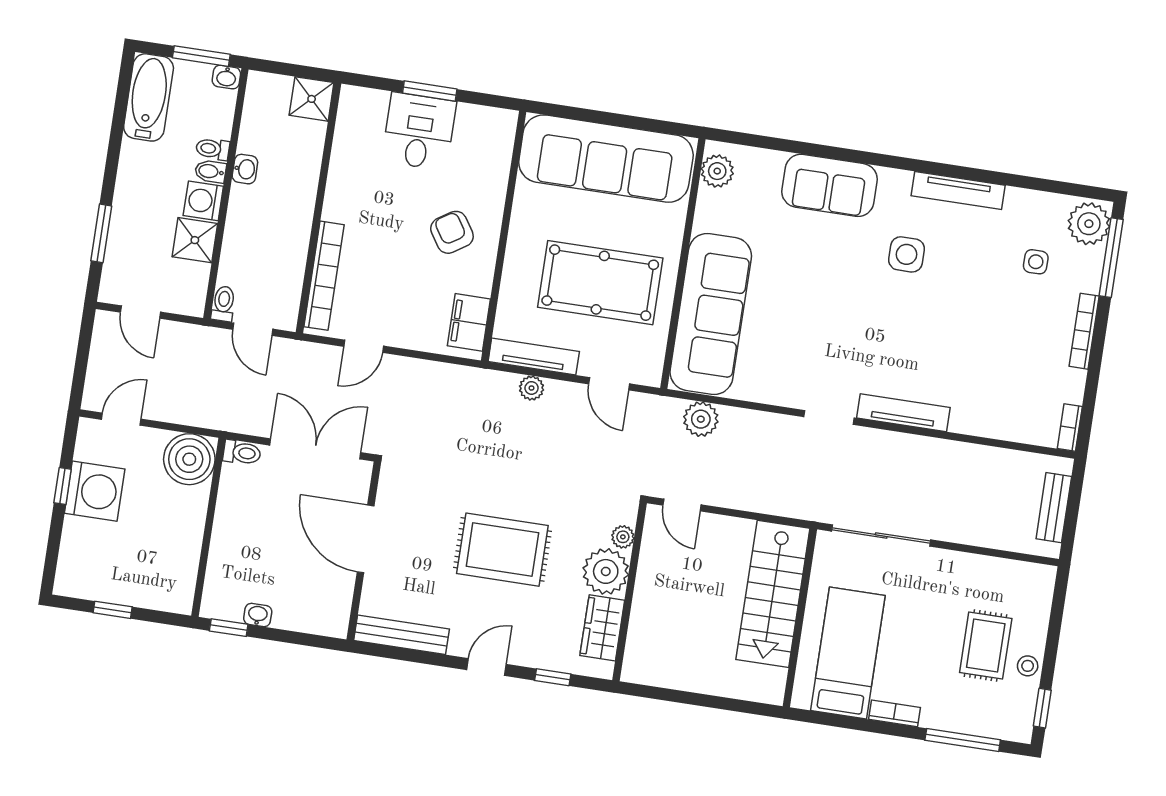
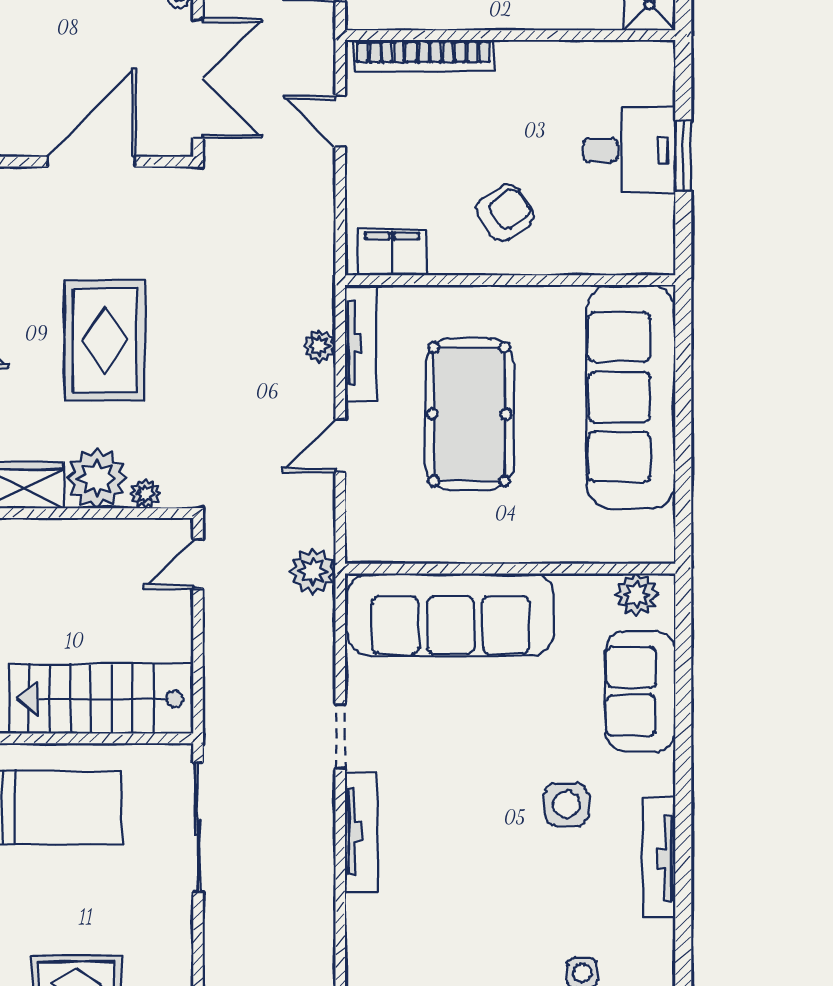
plant: (717, 171) -> (637, 595), moved
wall: (683, 264) -> (510, 569), moved
sofa: (711, 314) -> (451, 615), moved

